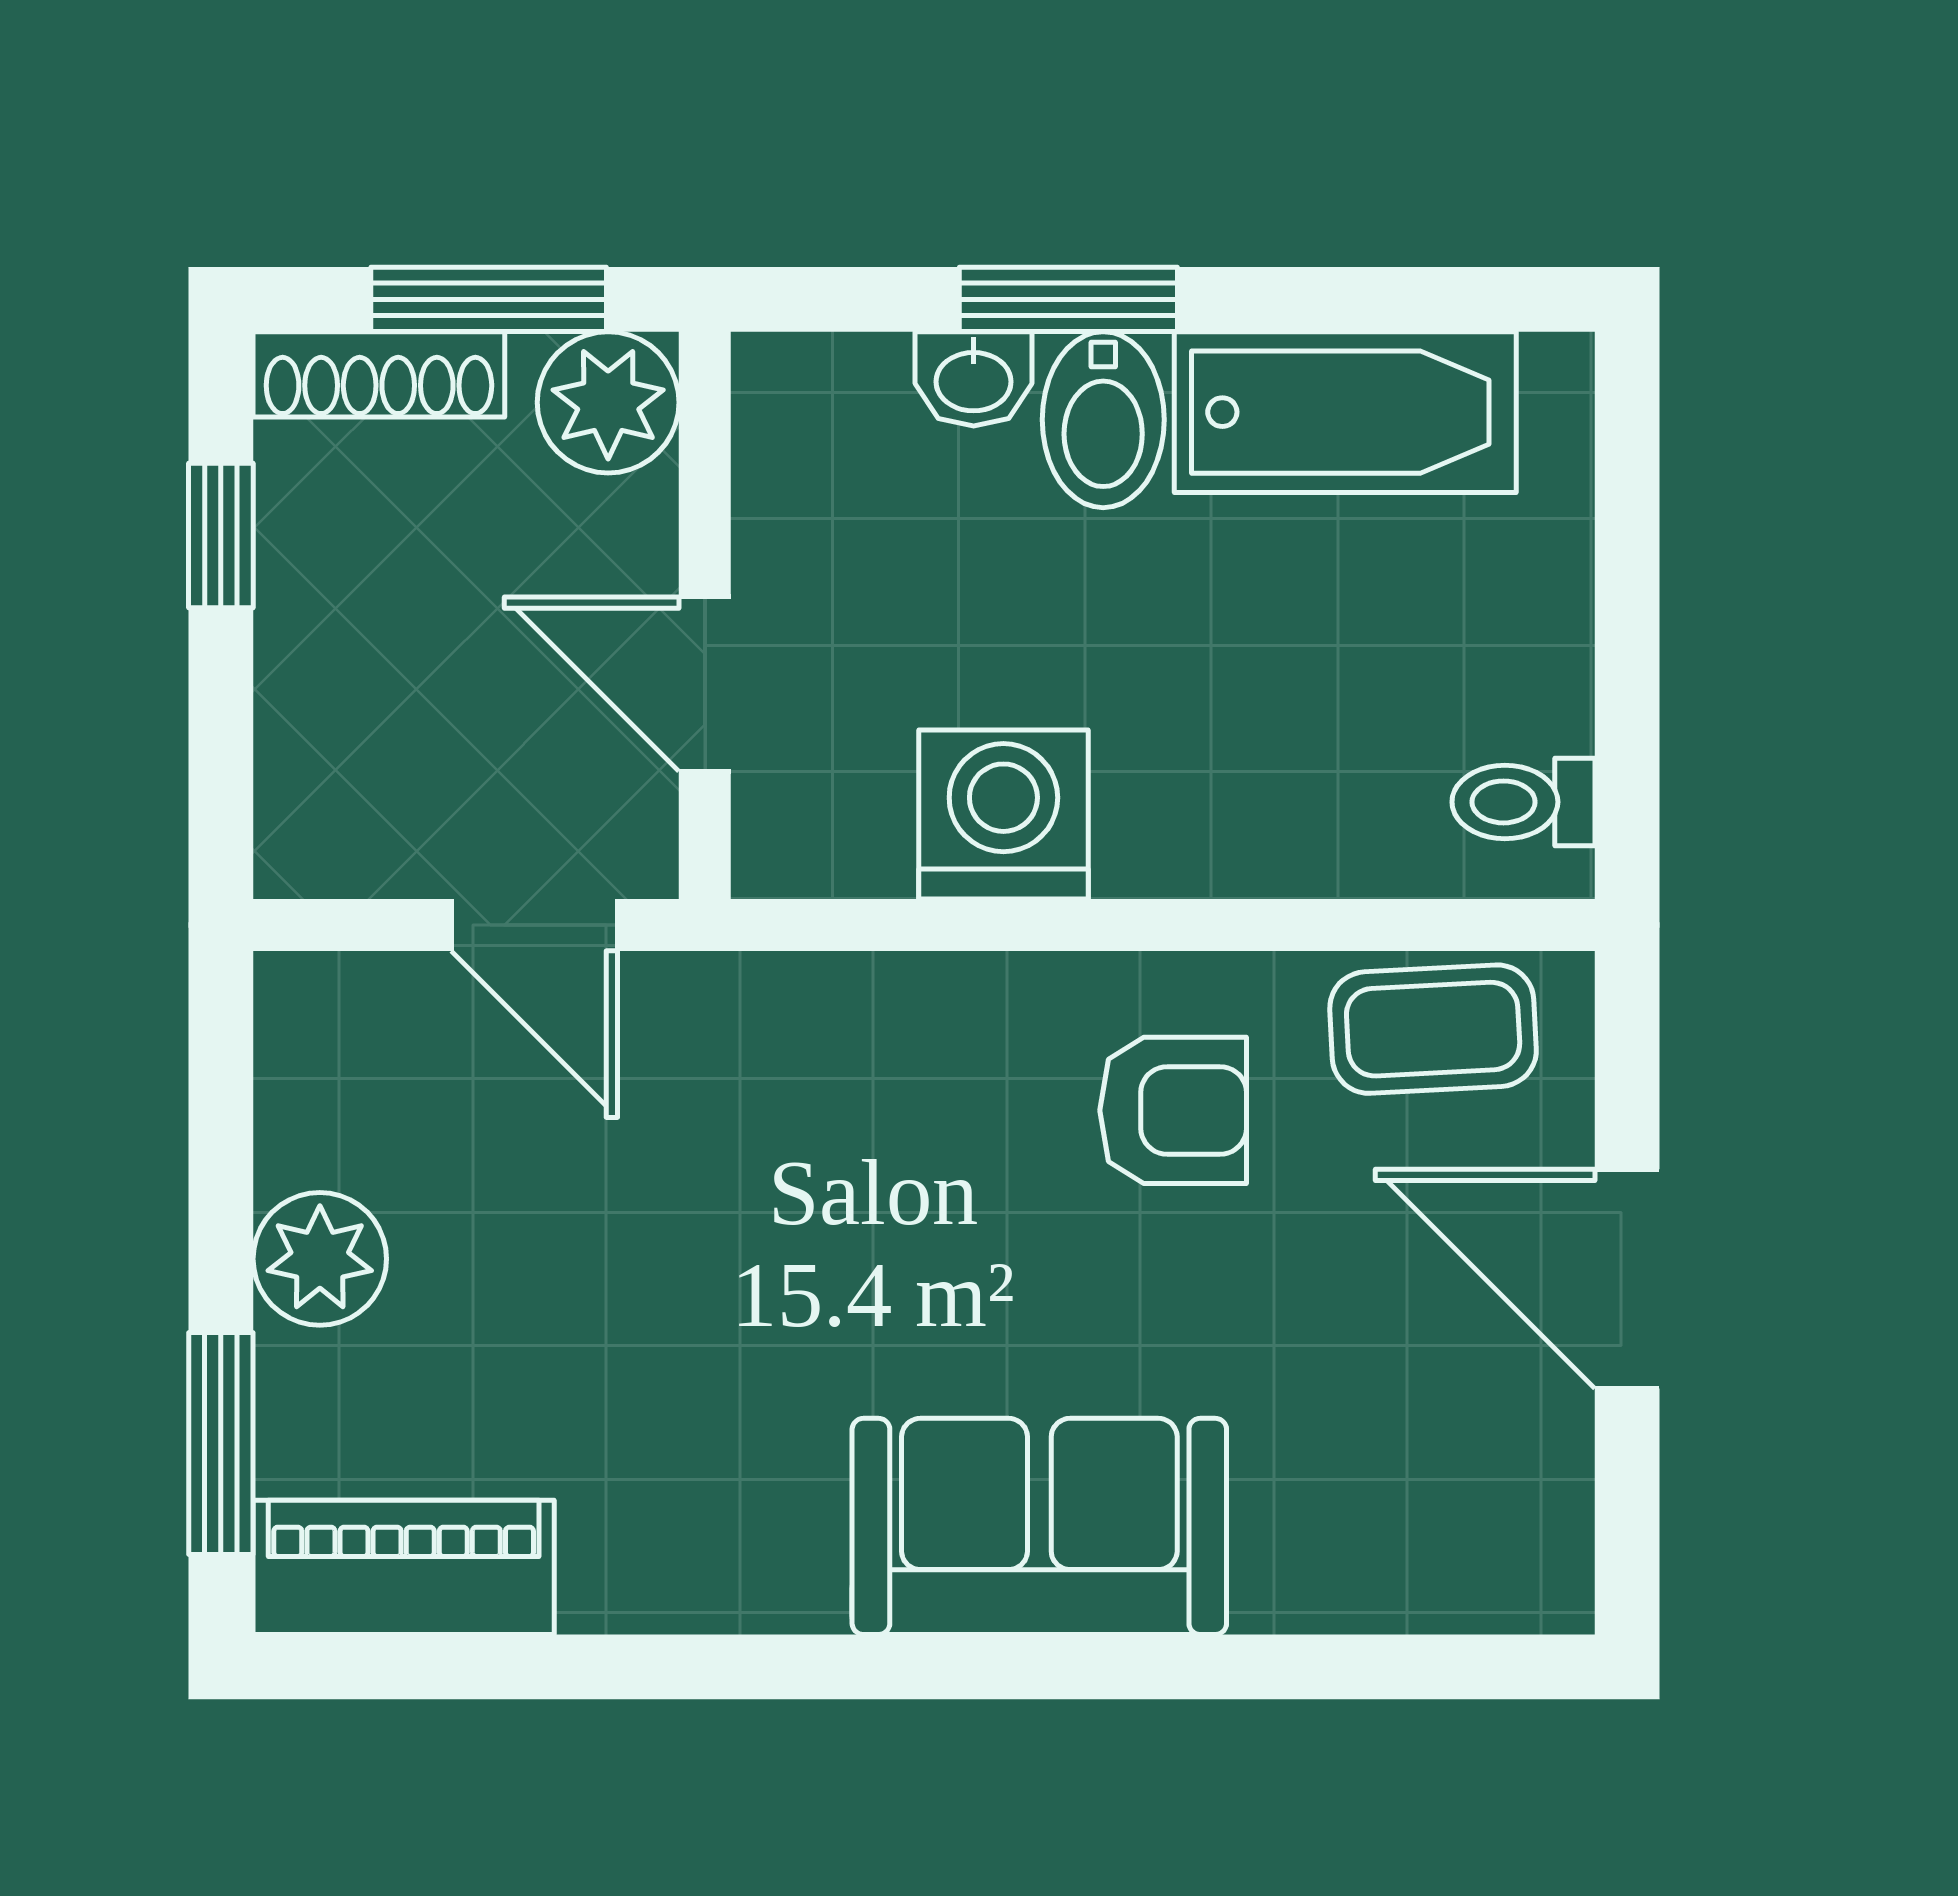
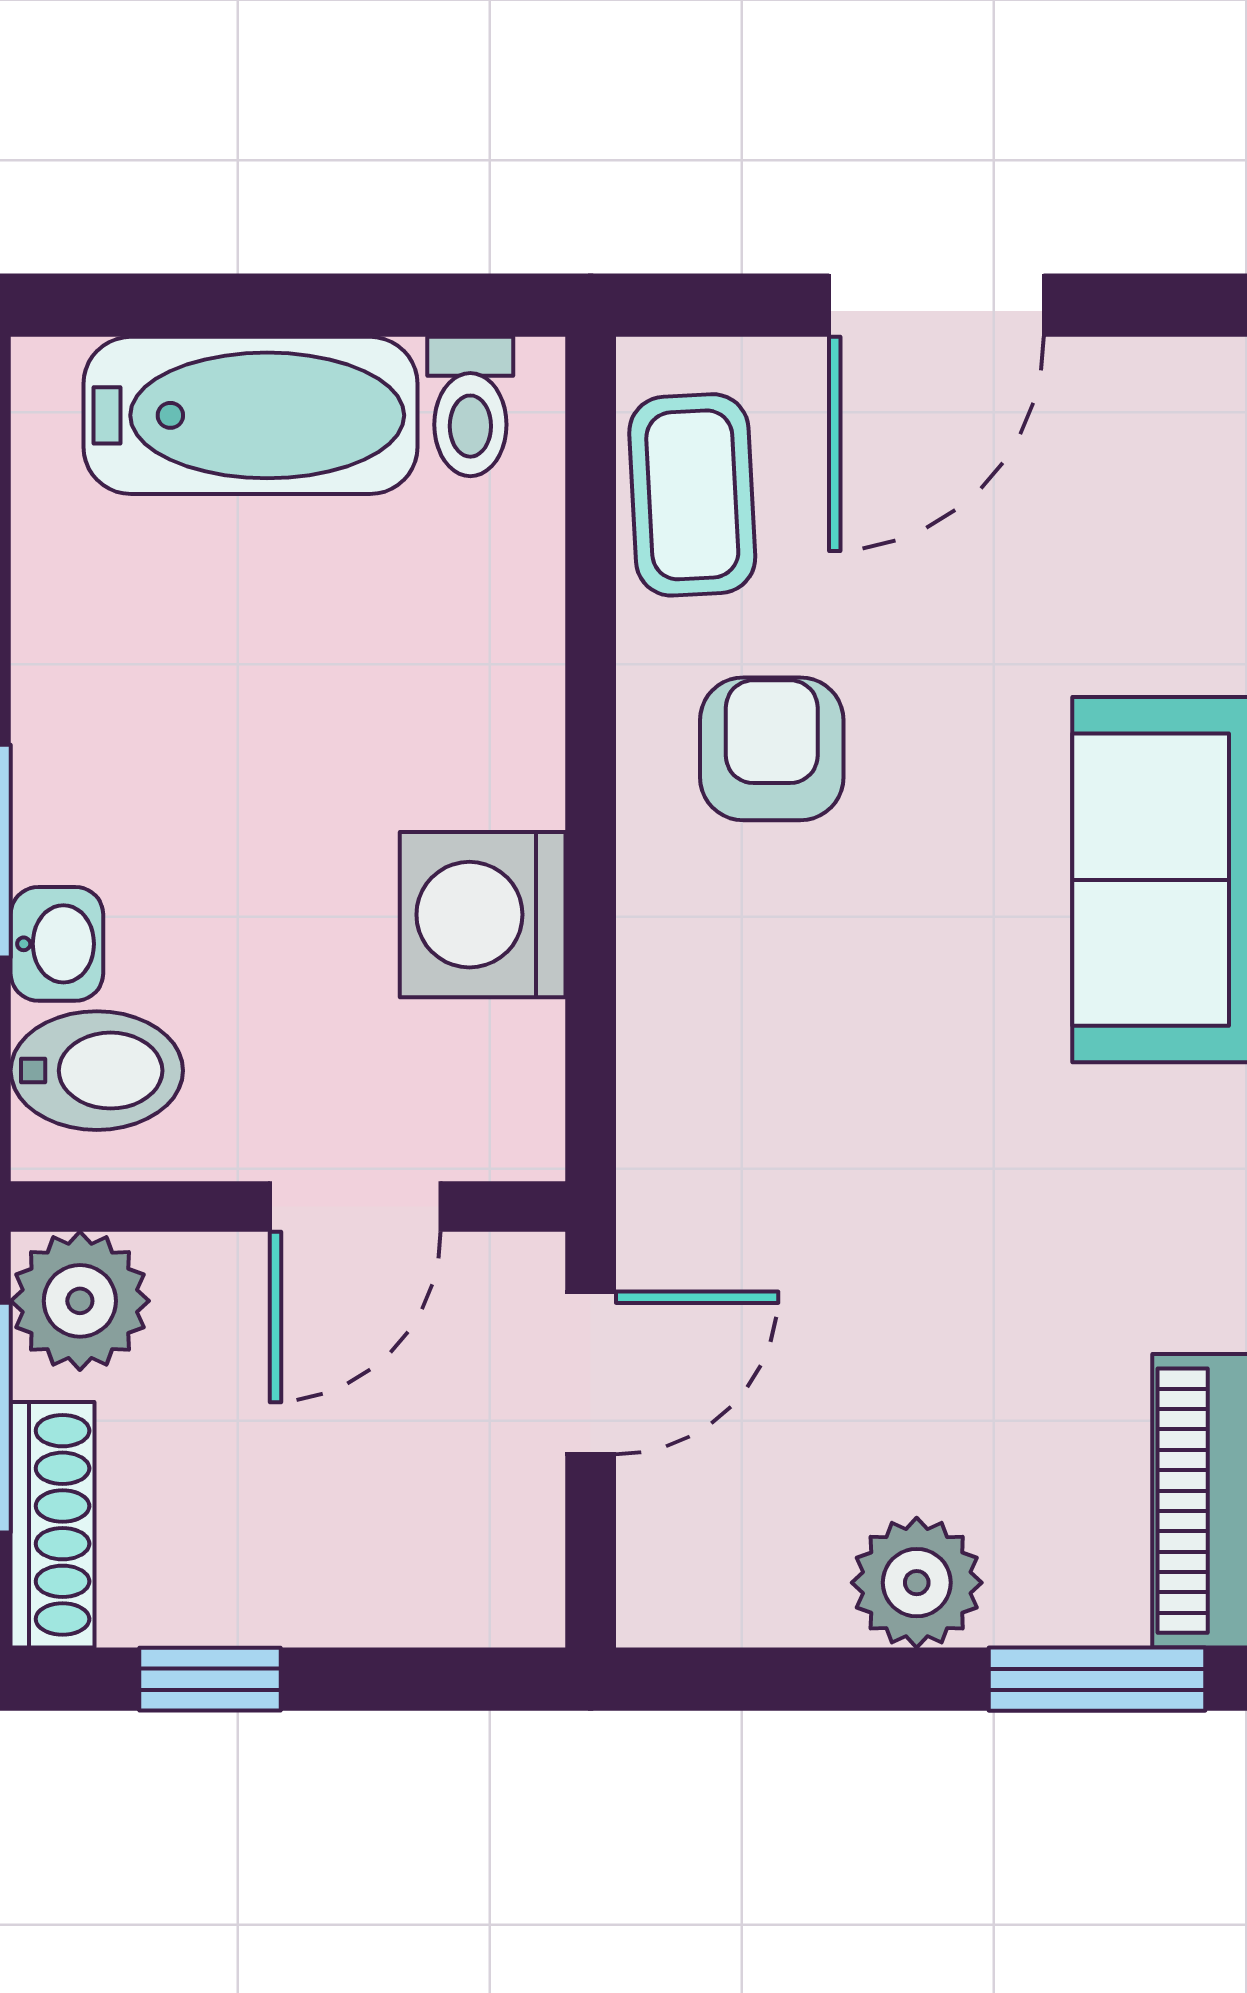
bathtub: (1345, 412) -> (250, 415), moved, turned 90
bidet: (1103, 420) -> (97, 1071), moved

